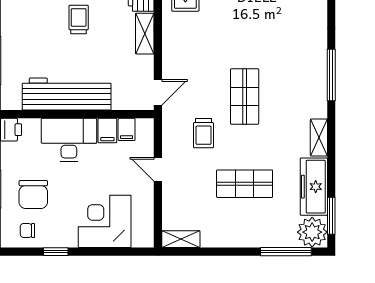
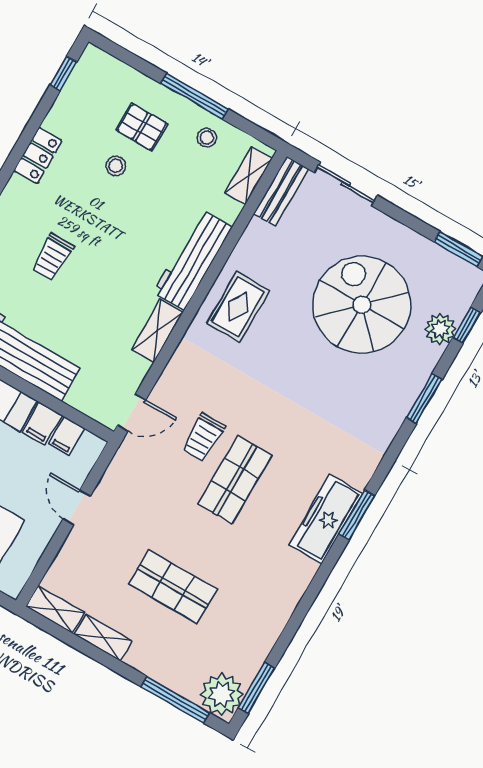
trolley: (79, 19) -> (52, 257), moved, turned 180
window: (331, 75) -> (357, 515), width x0.69
trolley: (203, 133) -> (203, 437), moved
shelving: (319, 138) -> (103, 638), moved, turned 90
freezer: (314, 187) -> (326, 519), moved

